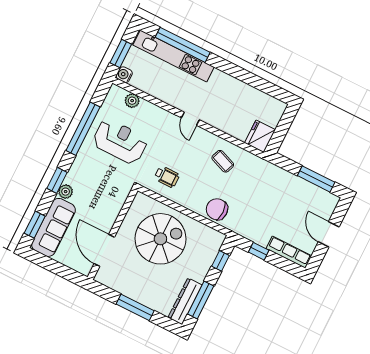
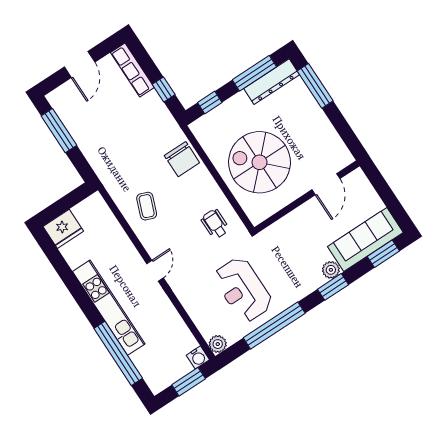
kitchen unit: (174, 56) -> (109, 308), moved
plant: (132, 101) -> (218, 344), moved
fridge: (260, 136) -> (63, 229), moved
door: (104, 250) -> (326, 184), width x0.73
window: (135, 307) -> (315, 86), moved

